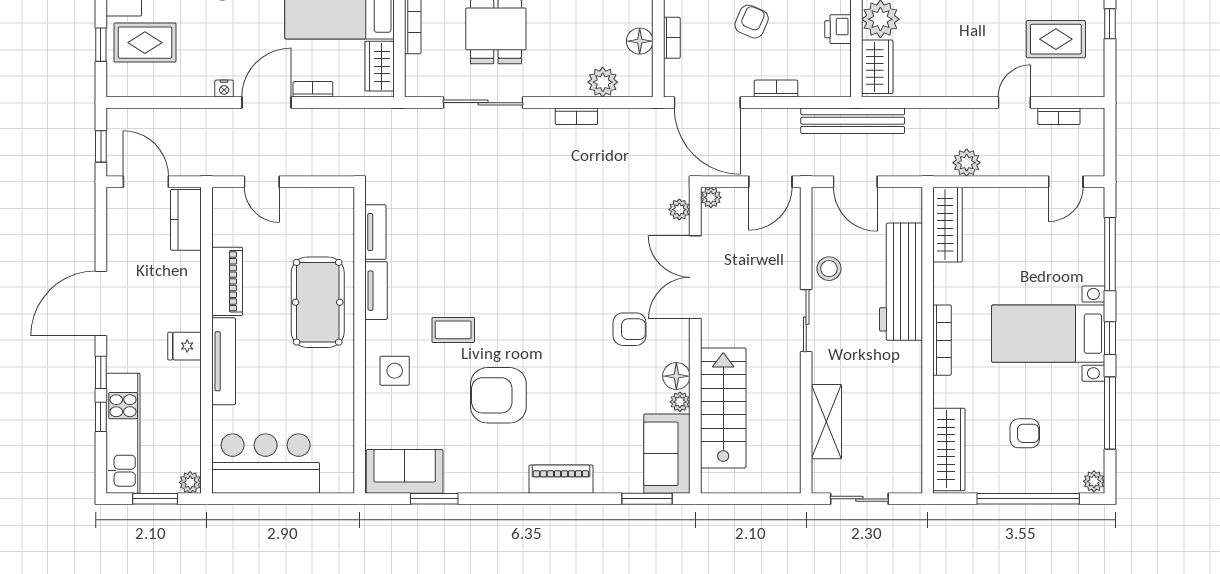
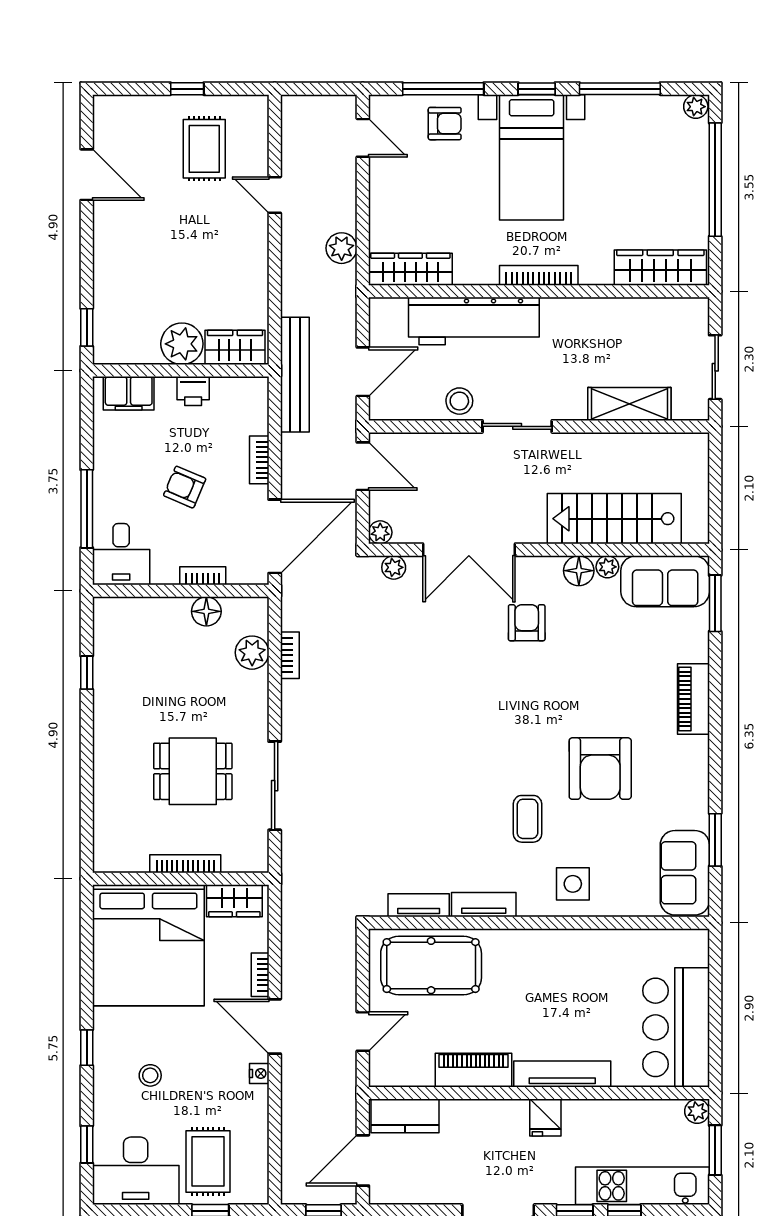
bookcase: (576, 116) -> (290, 655), moved
bookcase: (1059, 116) -> (290, 145), removed
pool table: (318, 302) -> (431, 966), moved
armchair: (1025, 433) -> (445, 124), moved, turned 90

